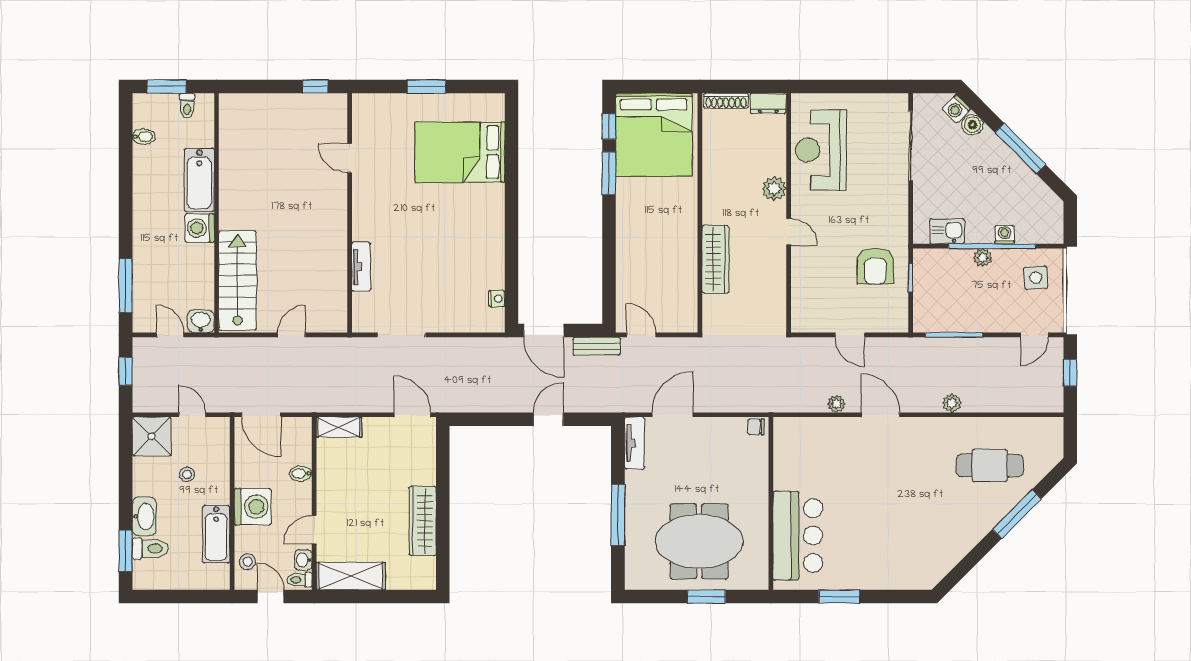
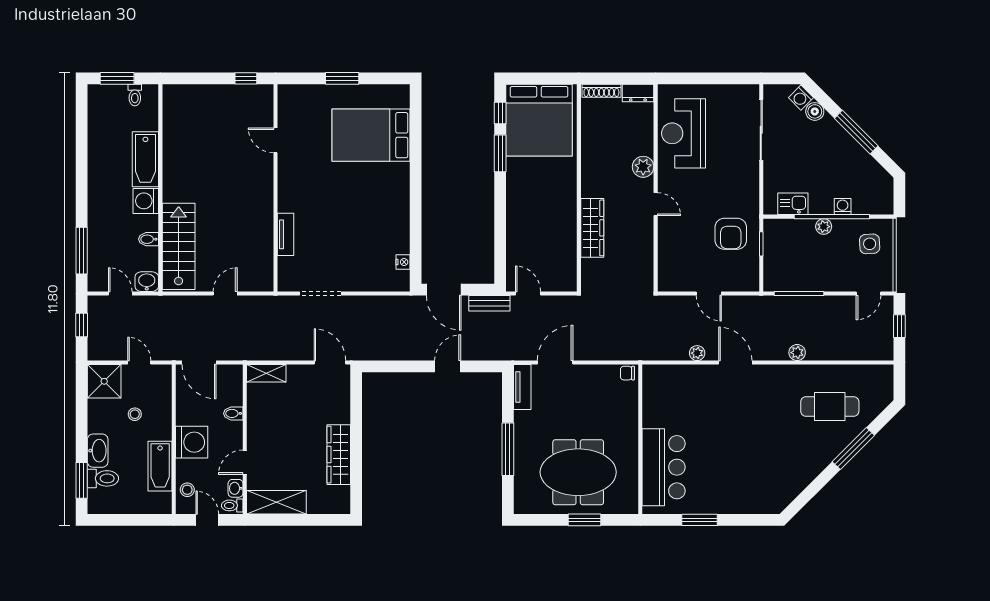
bidet: (144, 137) -> (148, 239), moved, turned 180

